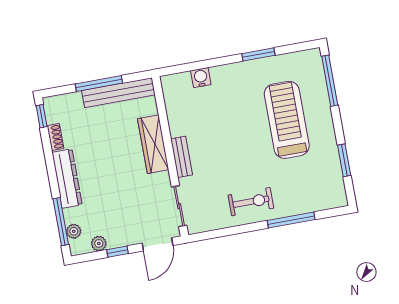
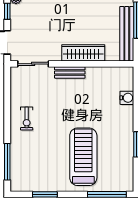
treadmill: (287, 120) -> (83, 157), turned -90
exercise bike: (251, 202) -> (27, 119), width x0.73, depth x0.72
window: (291, 220) -> (7, 162), moved

